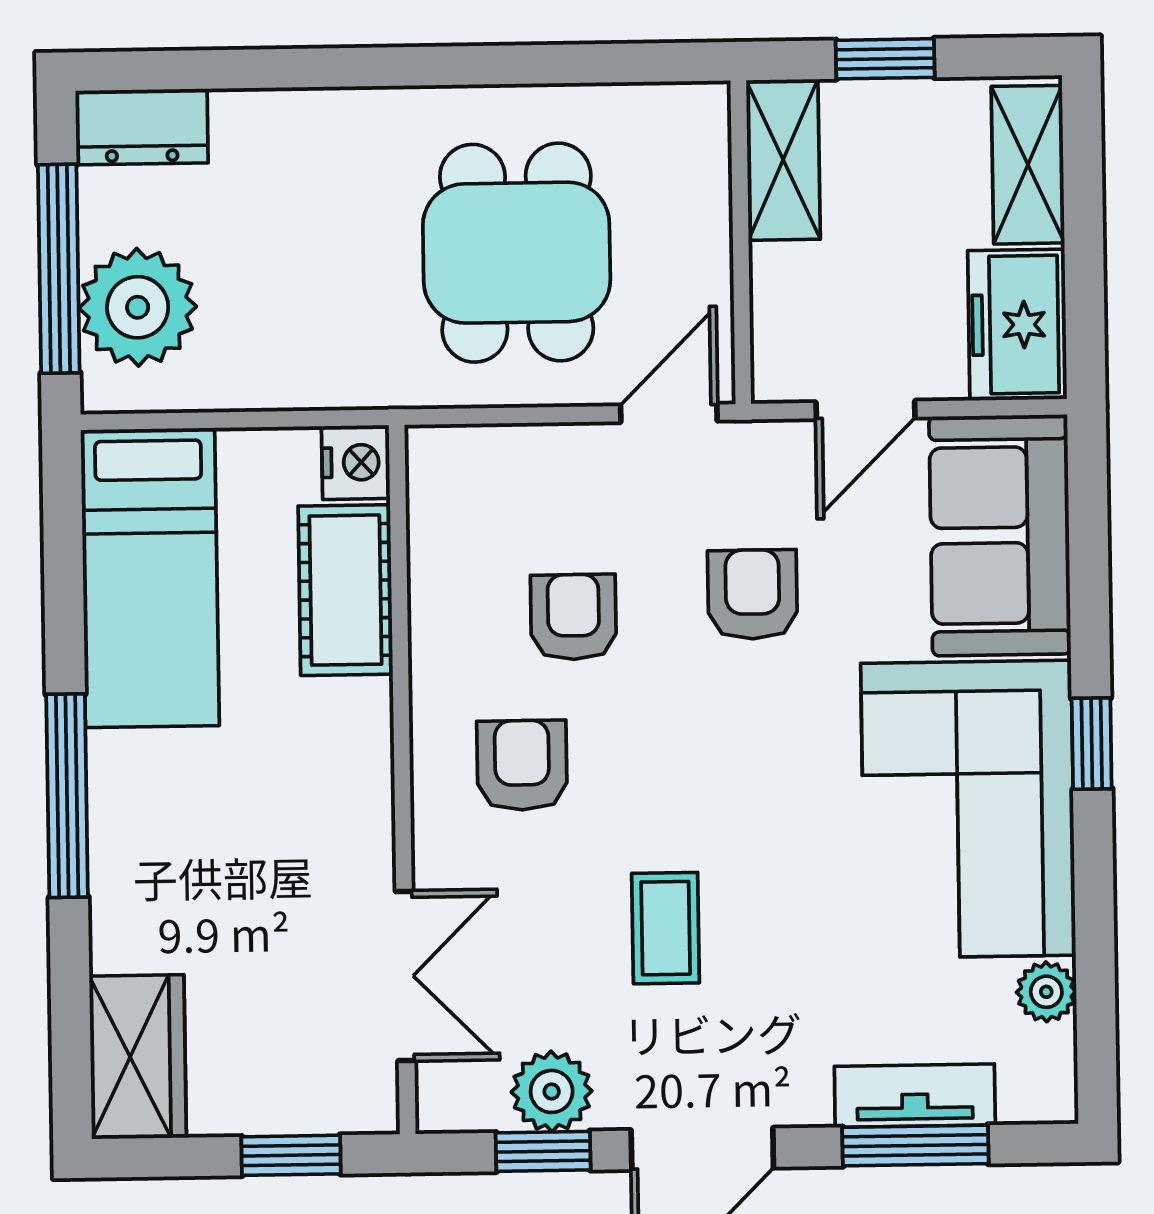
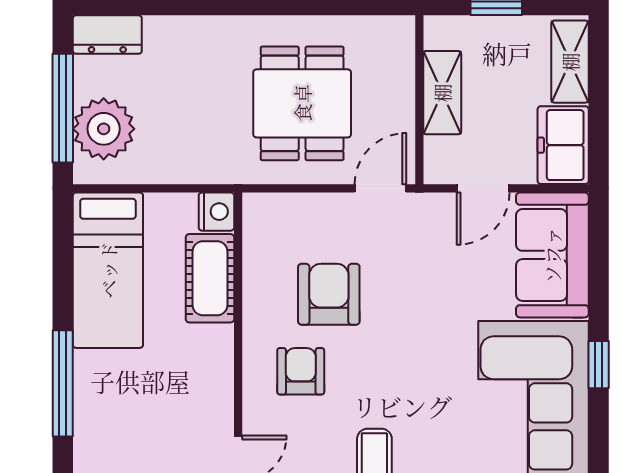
shelving: (783, 160) -> (442, 93), moved
armchair: (753, 594) -> (423, 284), removed
armchair: (573, 617) -> (329, 294), width x1.38, depth x1.38

